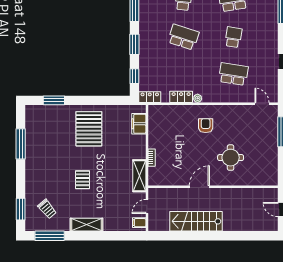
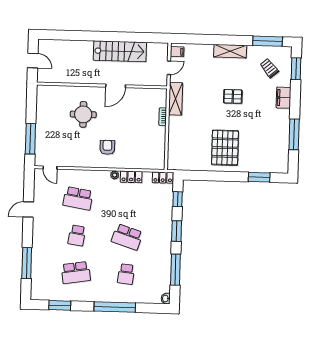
filing cabinet: (139, 124) -> (284, 98), moved, turned 180
armchair: (206, 126) -> (107, 147), turned 180
pallet: (83, 180) -> (233, 96), turned 90

